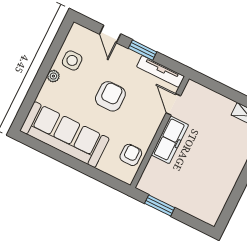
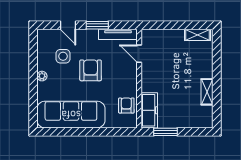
side table: (72, 60) -> (63, 56), moved
freezer: (170, 140) -> (149, 110), moved
shelving: (228, 184) -> (207, 92), added

